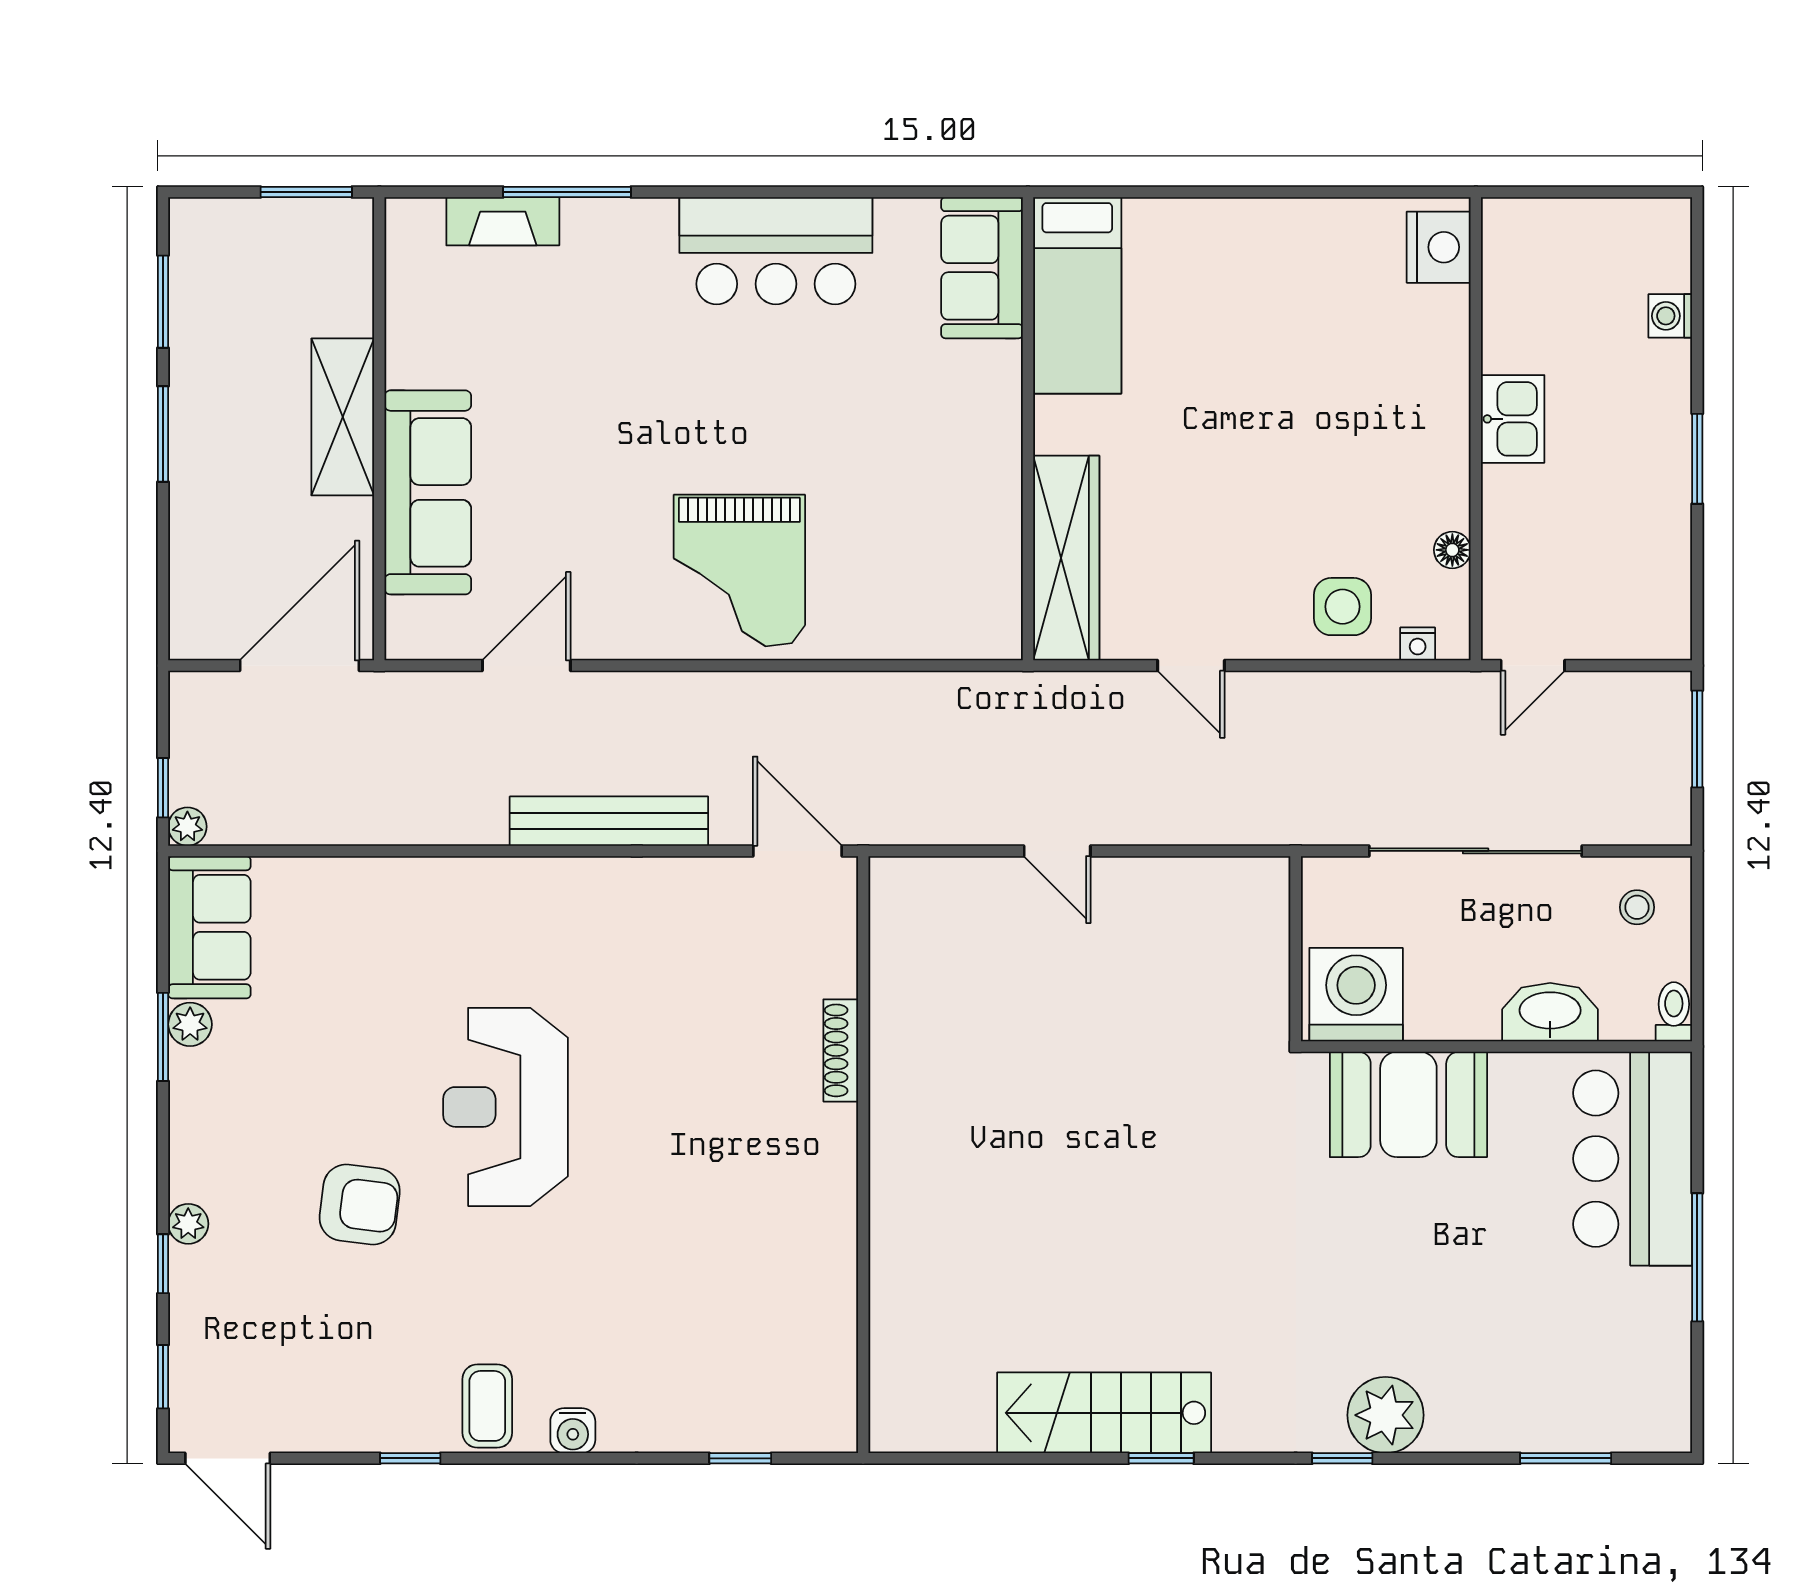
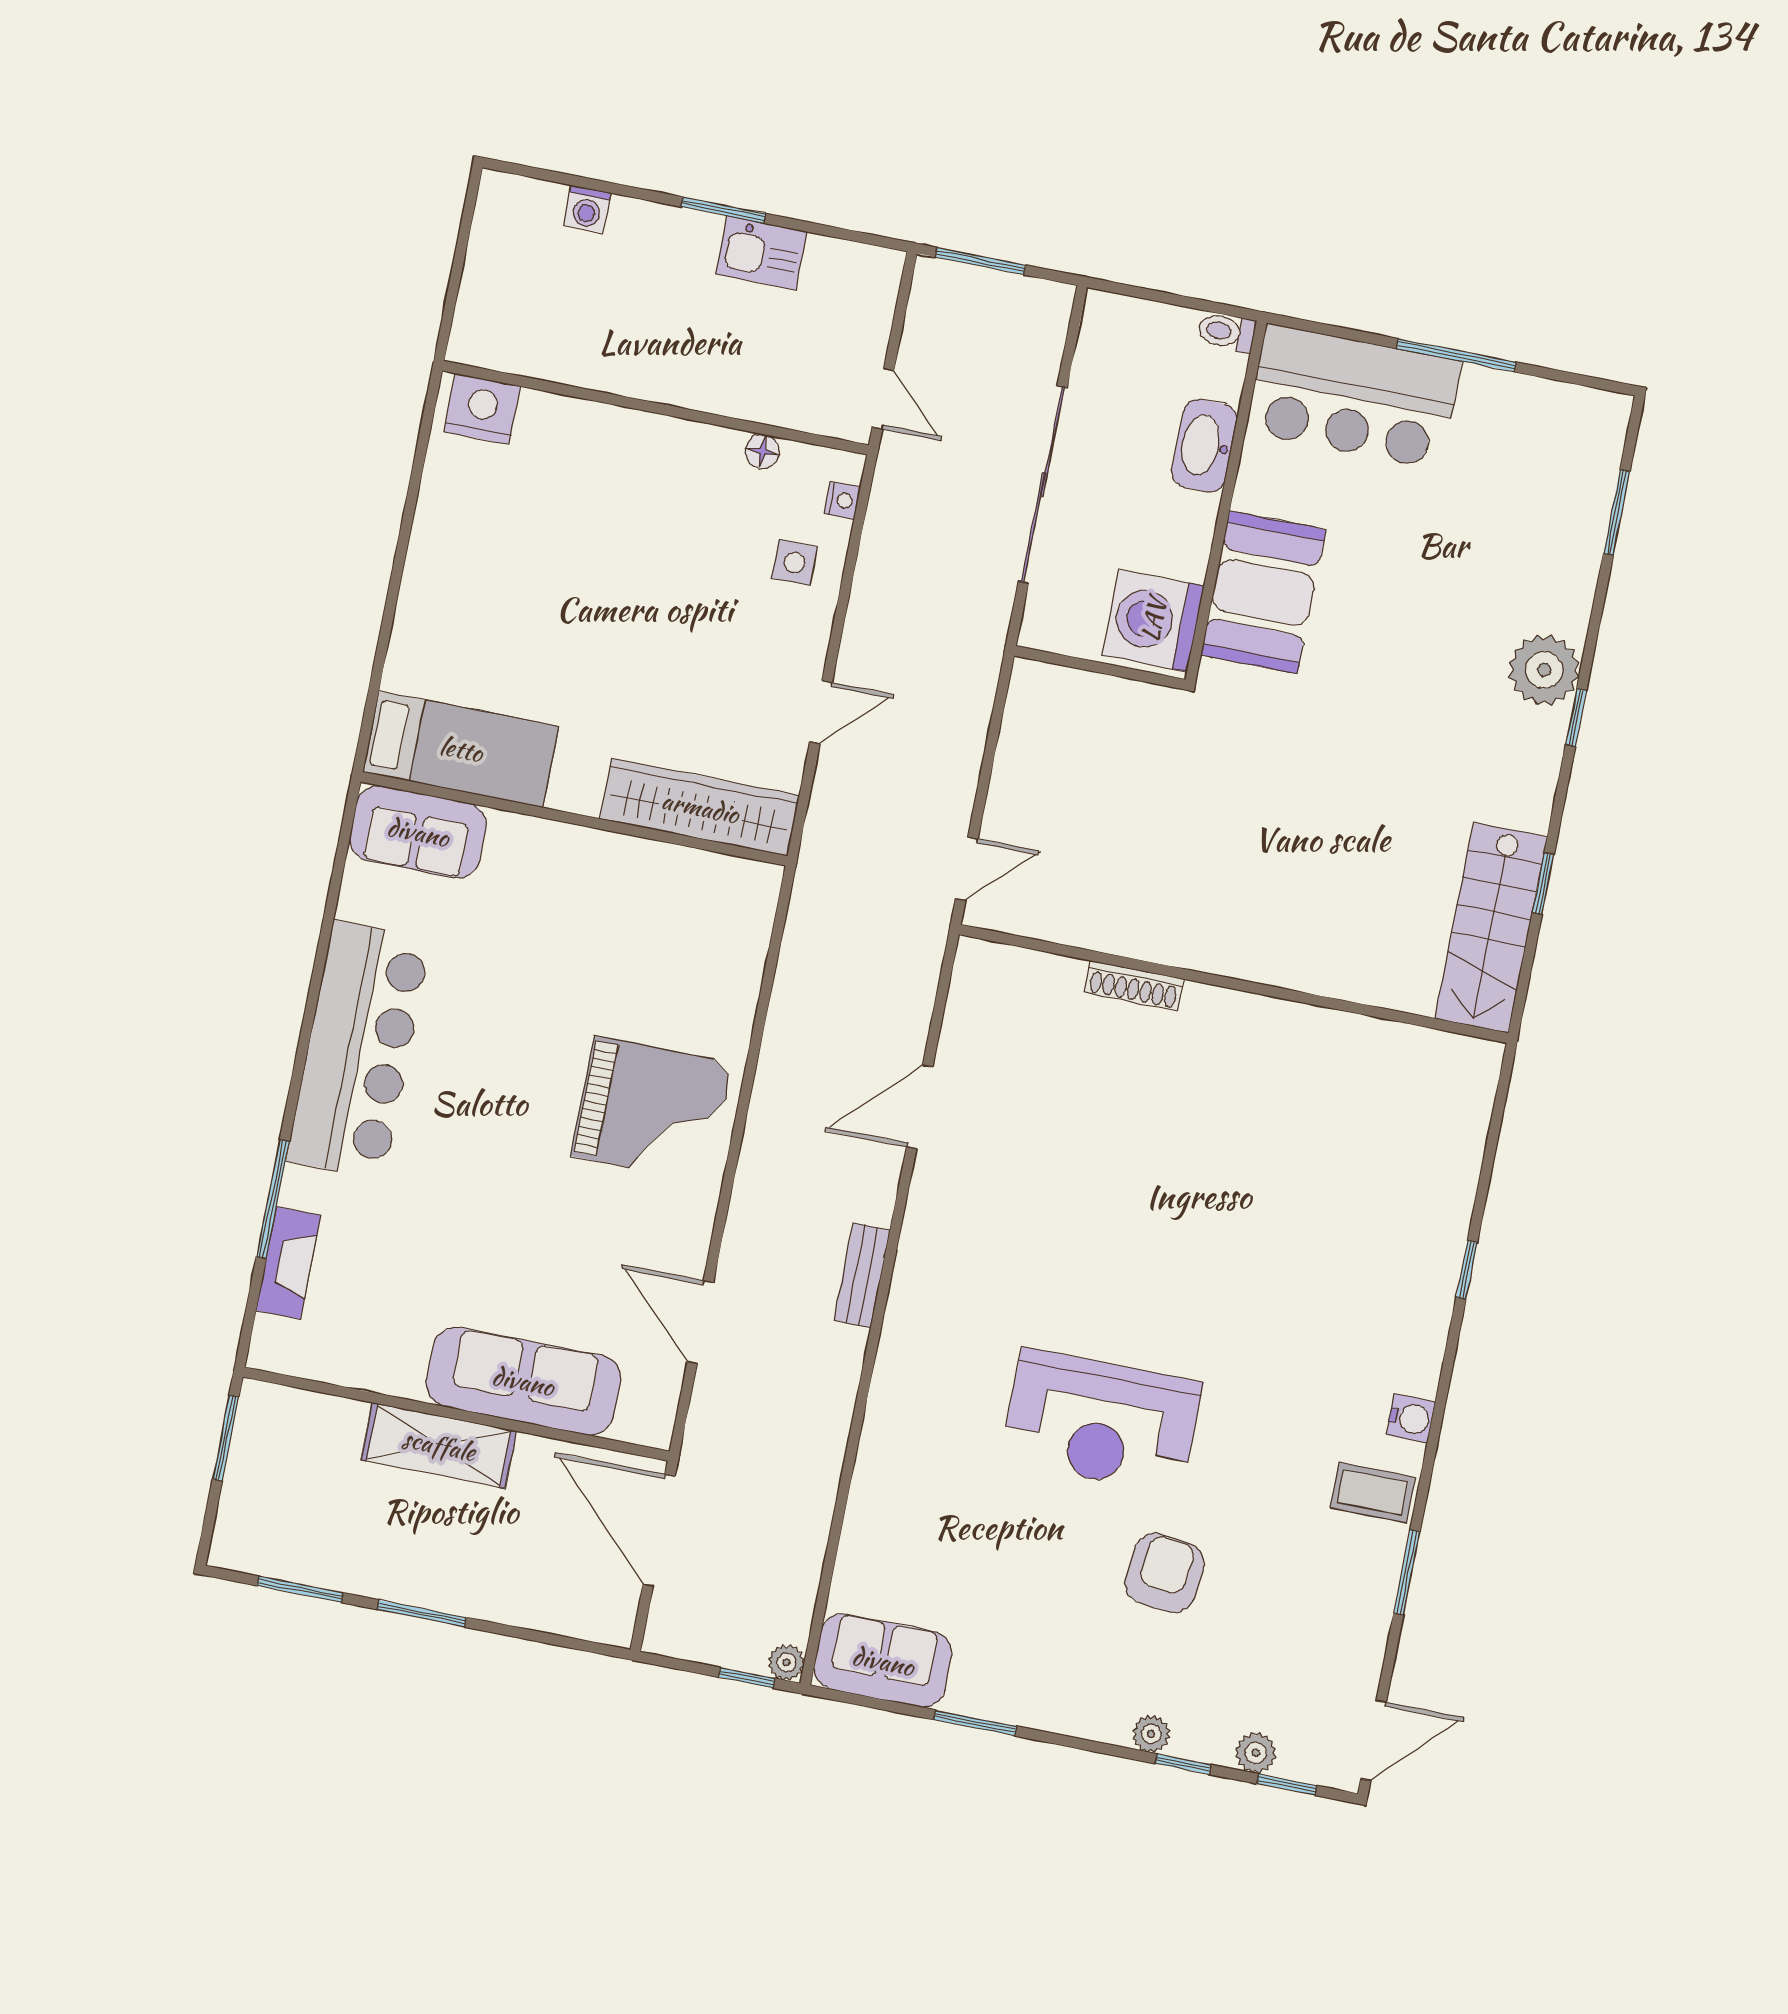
bar counter: (776, 251) -> (359, 1050), width x1.36
kitchen sink: (1513, 419) -> (761, 253), moved, turned 180
side table: (1342, 607) -> (794, 562), width x0.73, depth x0.73
bench: (609, 821) -> (862, 1275), width x0.54, depth x0.82
stool: (1637, 907) -> (1124, 347), removed
plant: (190, 1024) -> (1256, 1753), moved
shoe rack: (841, 1050) -> (1134, 985), moved
wall: (863, 1155) -> (1234, 984), moved
window: (410, 1458) -> (1407, 1573), width x1.50

